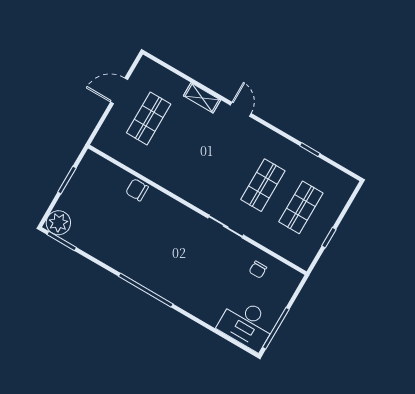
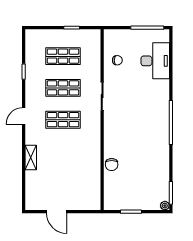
door: (241, 109) -> (24, 116), moved
shop shelf: (149, 118) -> (63, 120), moved
plant: (58, 223) -> (165, 206), width x0.53, depth x0.53
desk: (247, 324) -> (155, 61), moved

